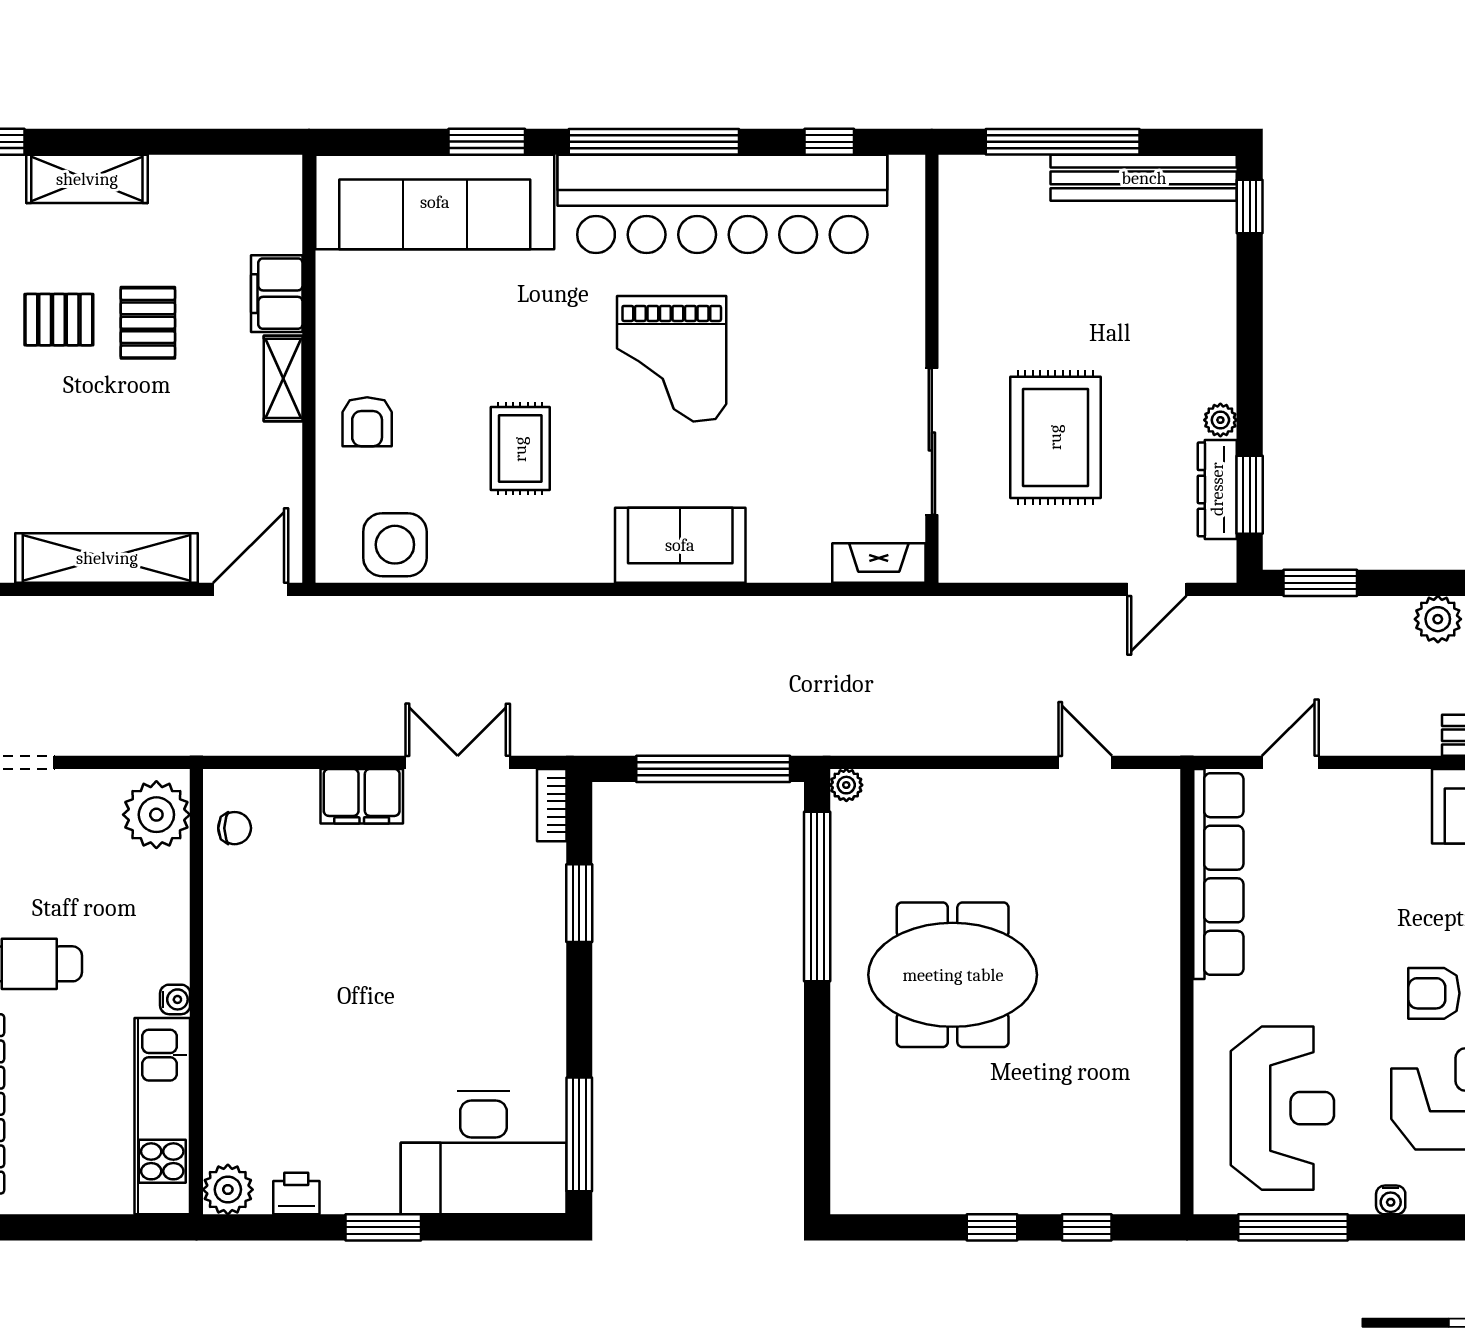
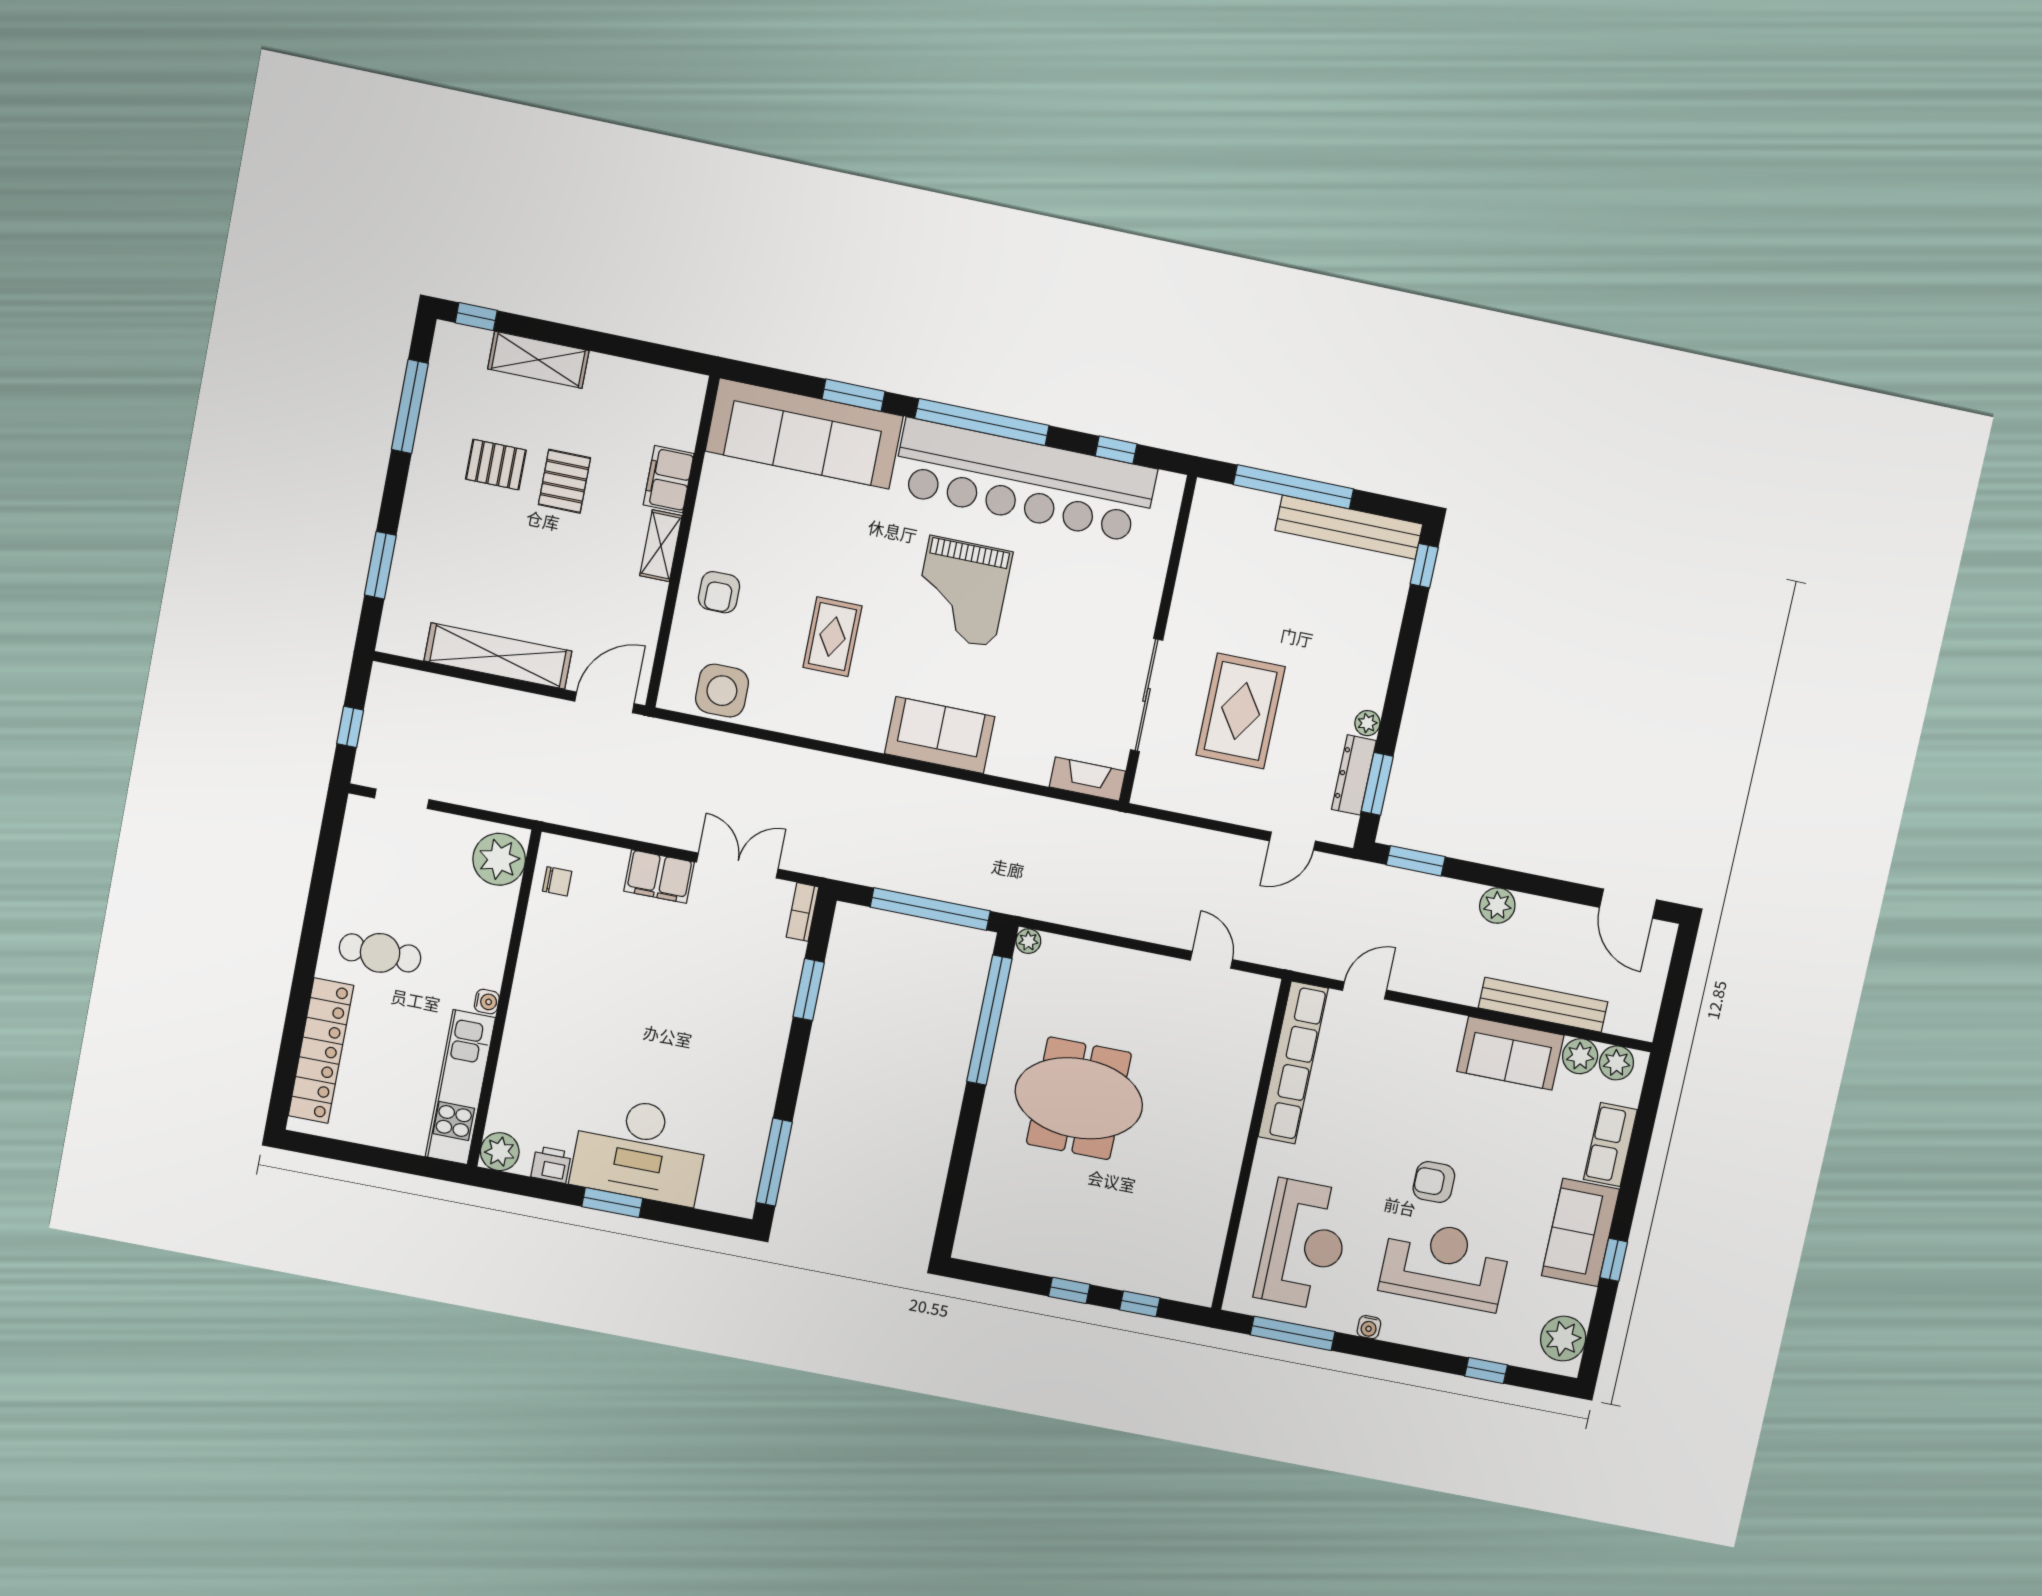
desk: (484, 1152) -> (640, 1150), moved

